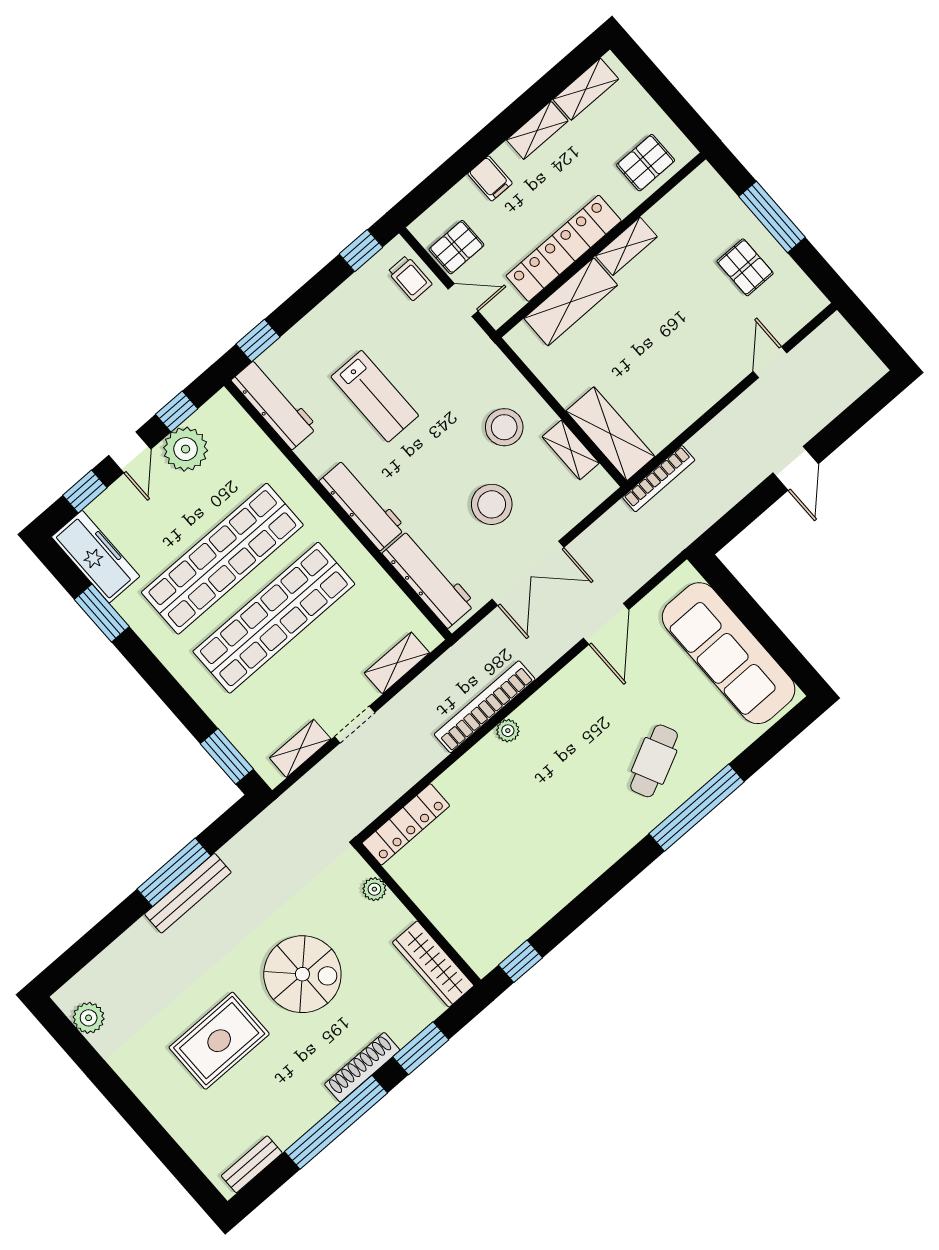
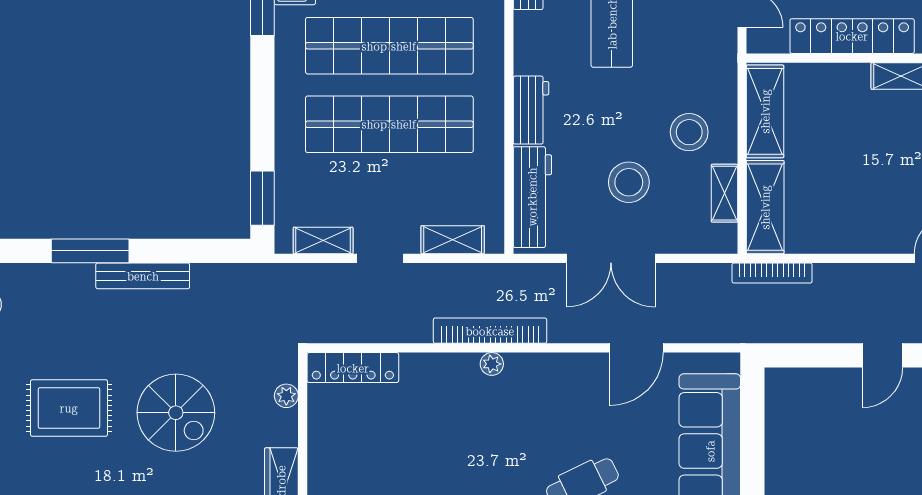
shelving: (571, 302) -> (765, 111), moved, turned 90
workbench: (363, 505) -> (531, 110), width x0.73
window: (174, 872) -> (90, 251), moved

